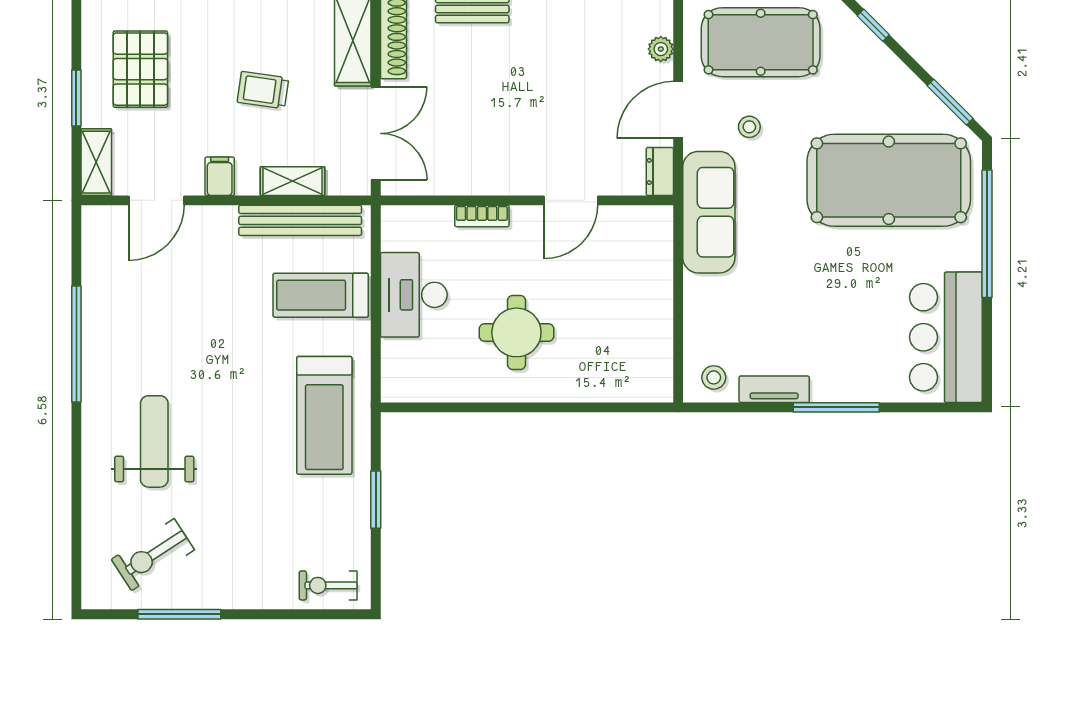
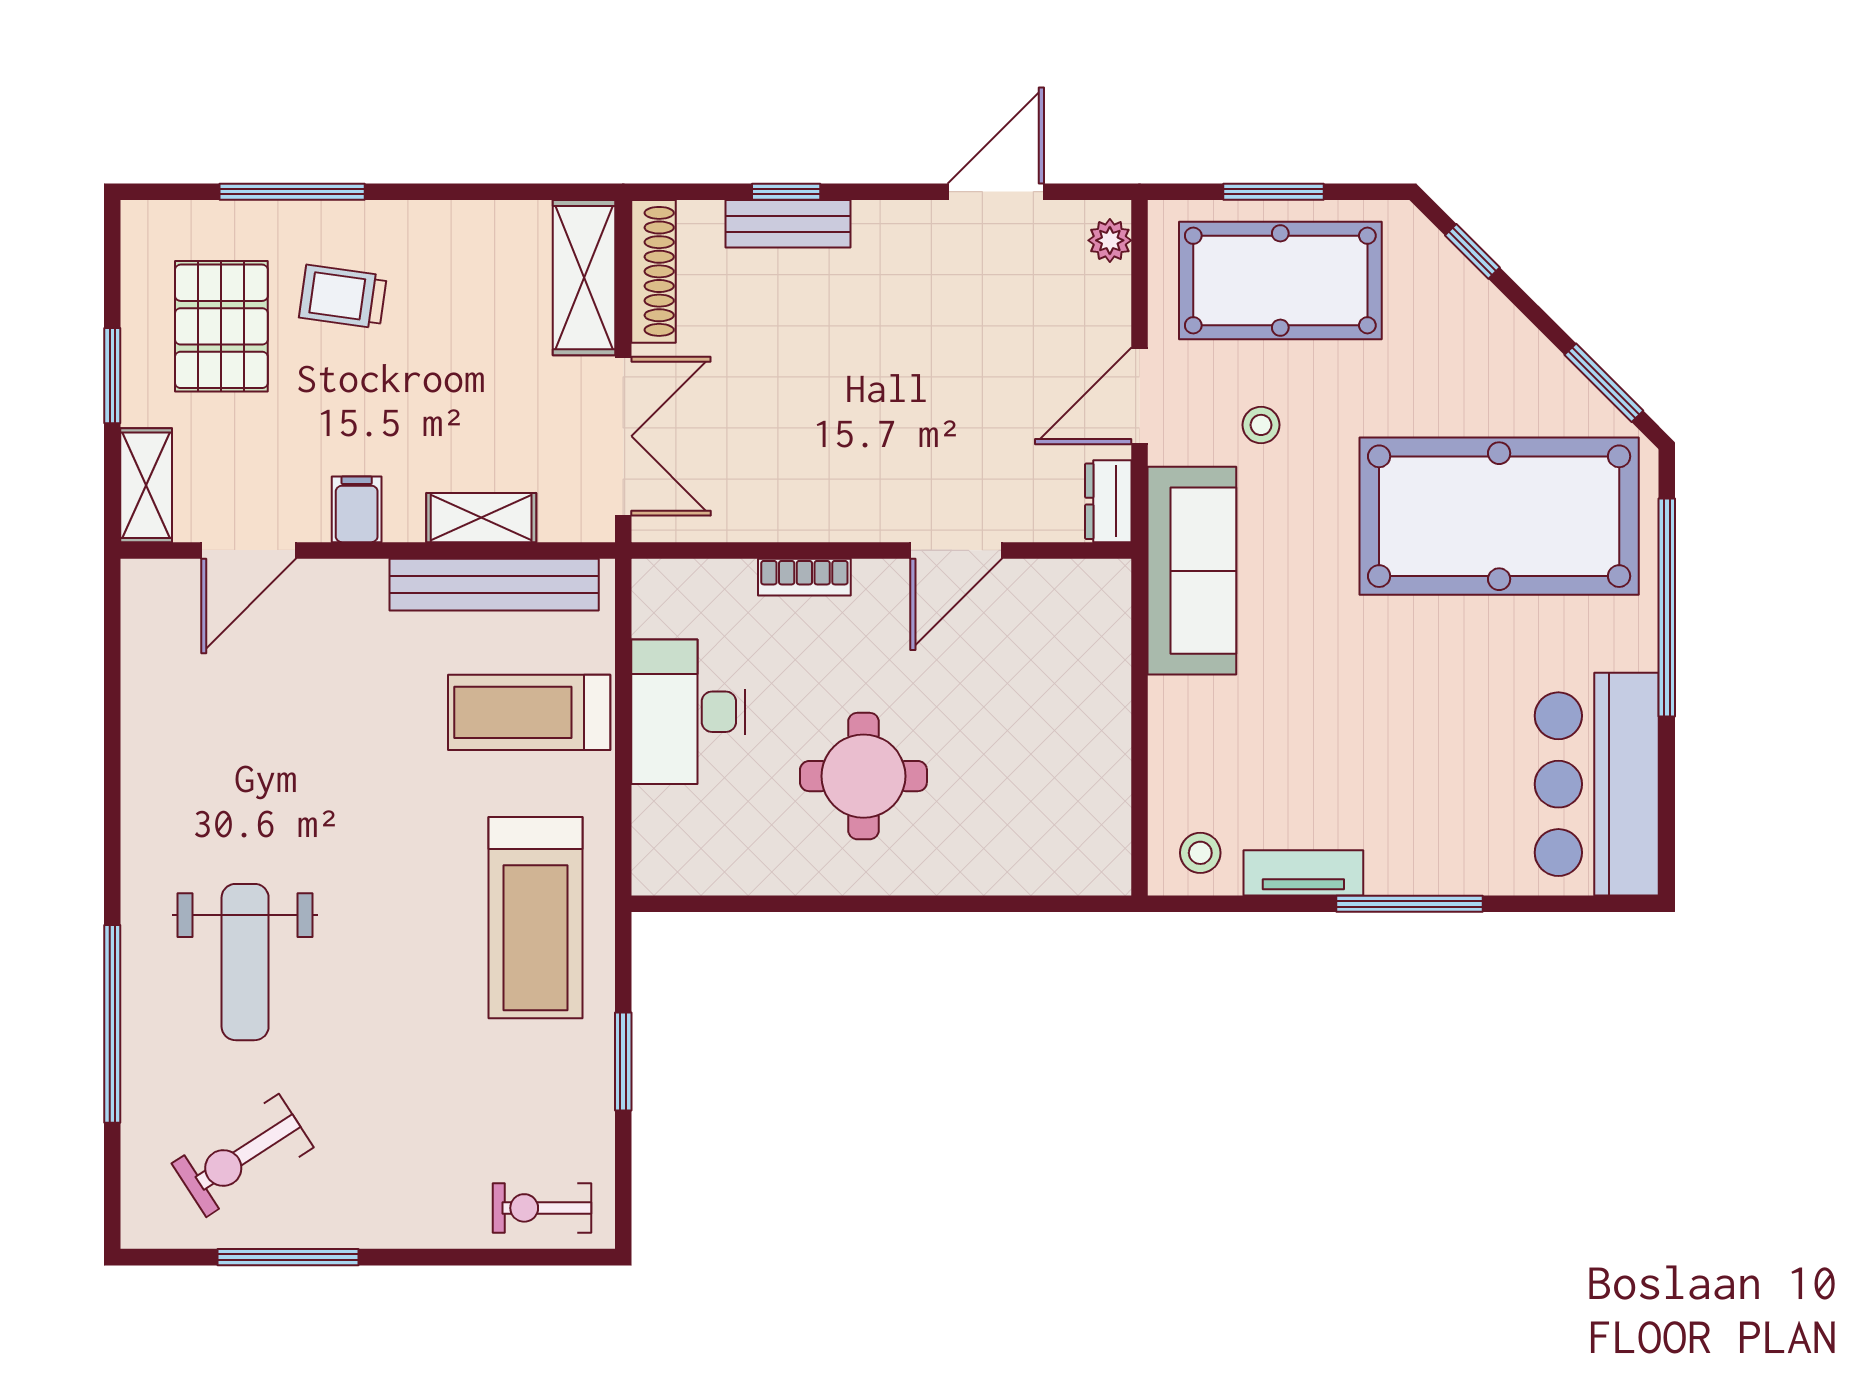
plant: (661, 49) -> (1110, 240), moved
trolley: (263, 90) -> (343, 297), moved
window: (76, 344) -> (112, 1024), moved
weight bench: (154, 441) -> (245, 962), turned 180

